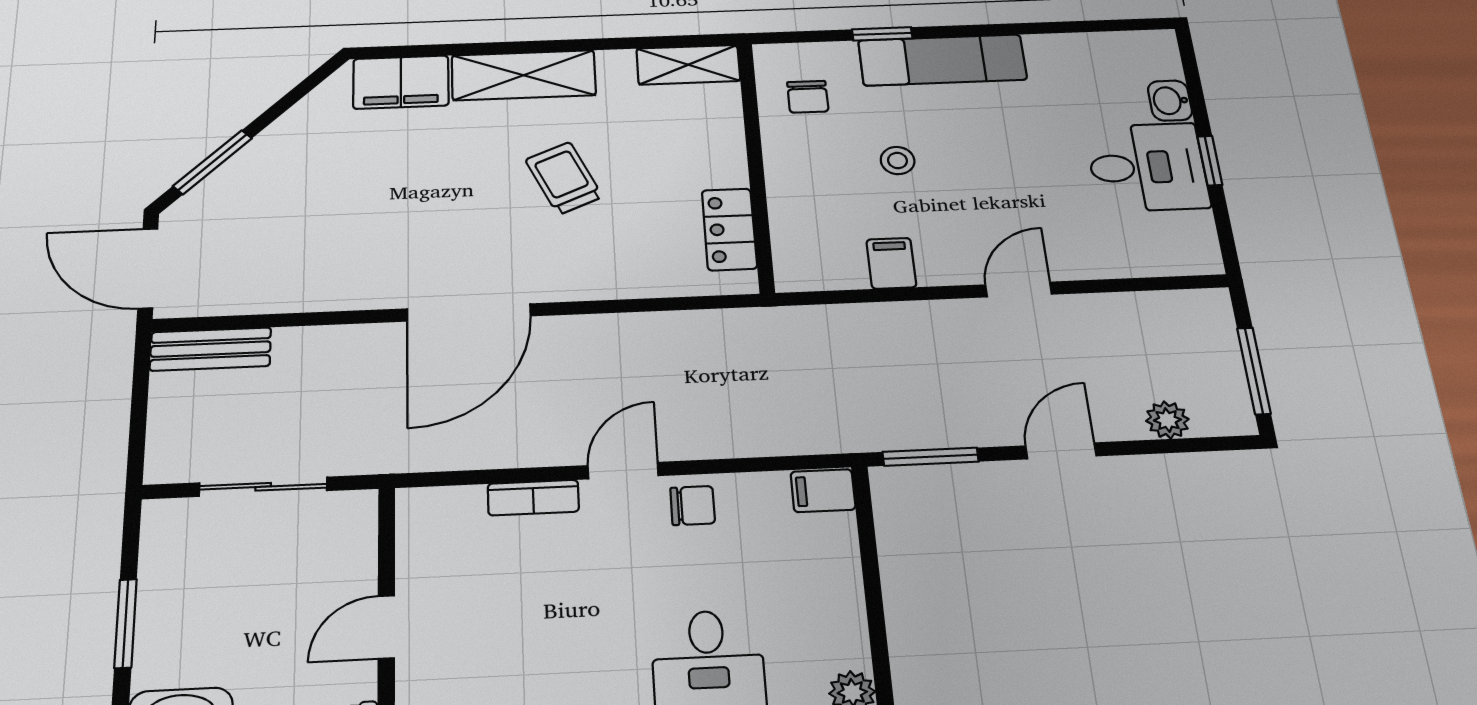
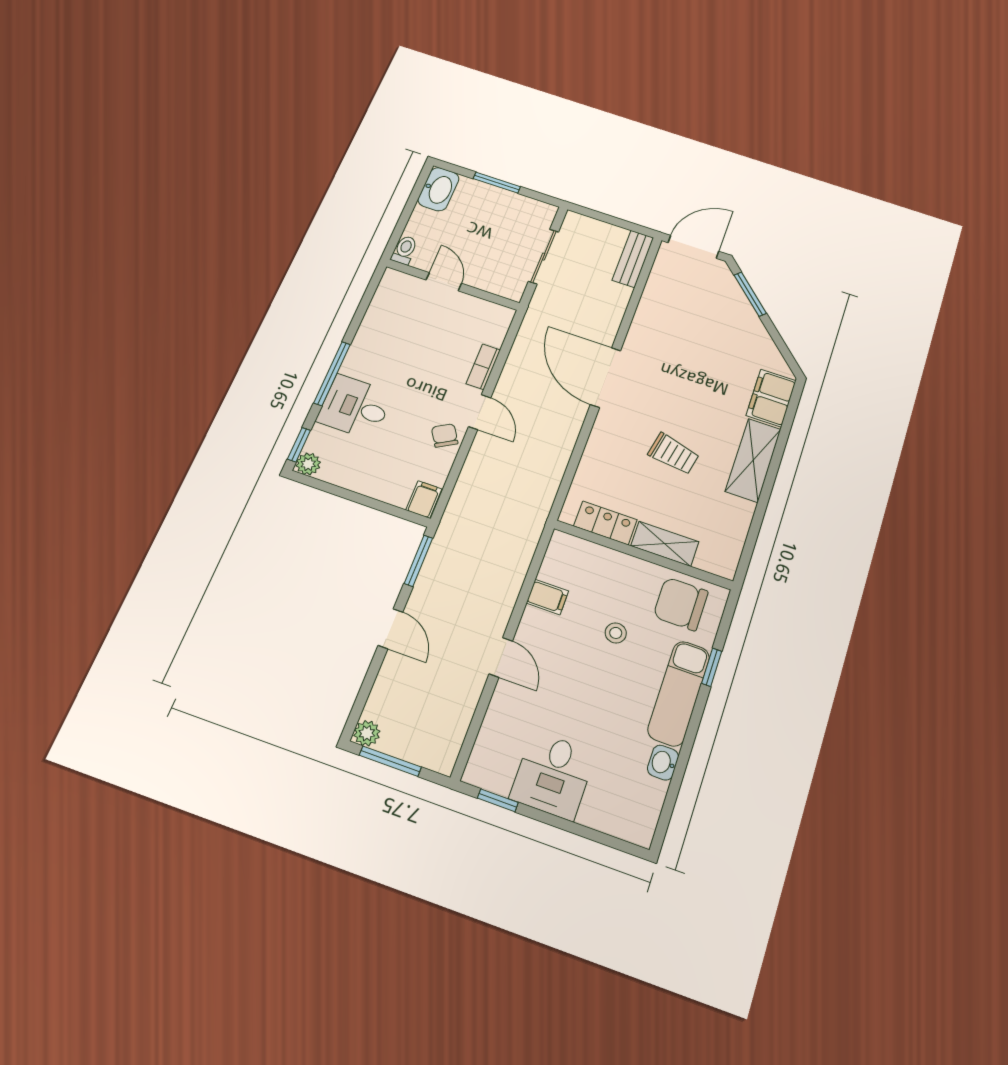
shelving: (688, 65) -> (665, 544), moved, turned 90
chair: (808, 97) -> (681, 604), width x1.87, depth x1.87
washbasin: (1170, 101) -> (663, 763), moved, turned -90
window: (1210, 161) -> (498, 800), moved
trolley: (564, 178) -> (674, 454), turned 35
plant: (1167, 420) -> (367, 733), moved
chair: (693, 506) -> (445, 435), turned 149

